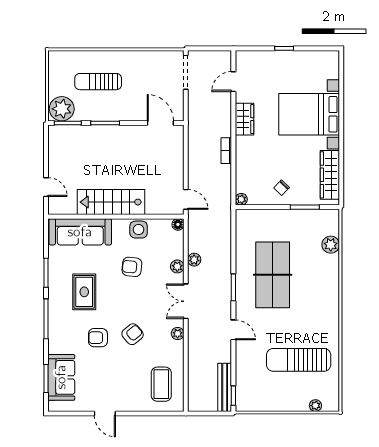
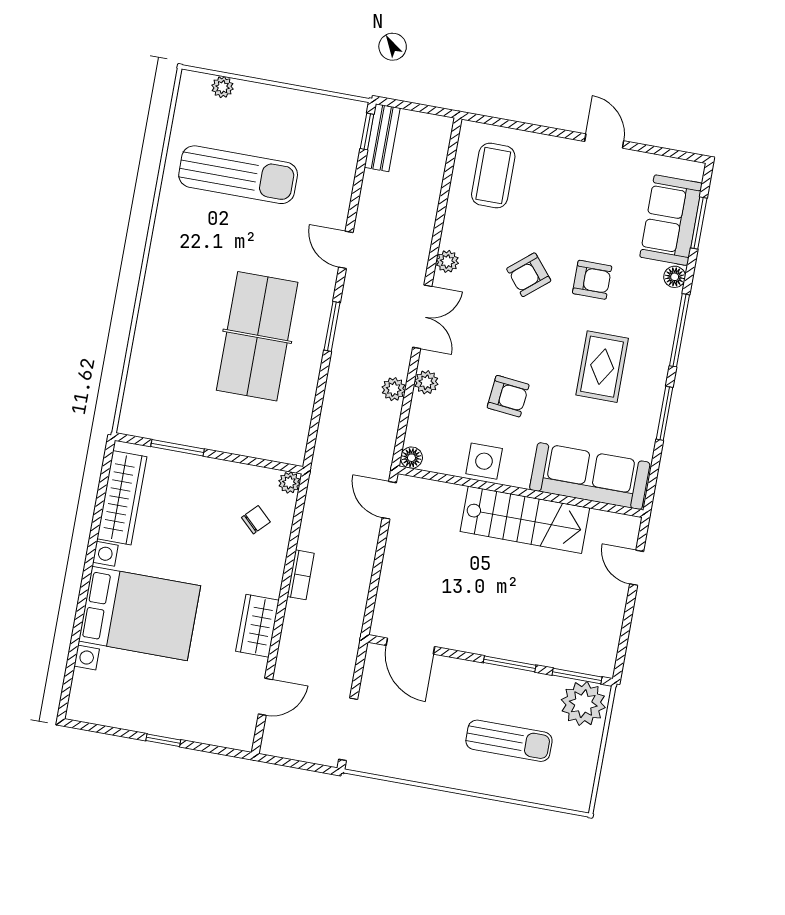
chair: (282, 188) -> (256, 520), moved
plant: (331, 245) -> (143, 372), removed
floor lamp: (54, 347) -> (675, 277), added
bench: (225, 387) -> (382, 138), width x0.73

